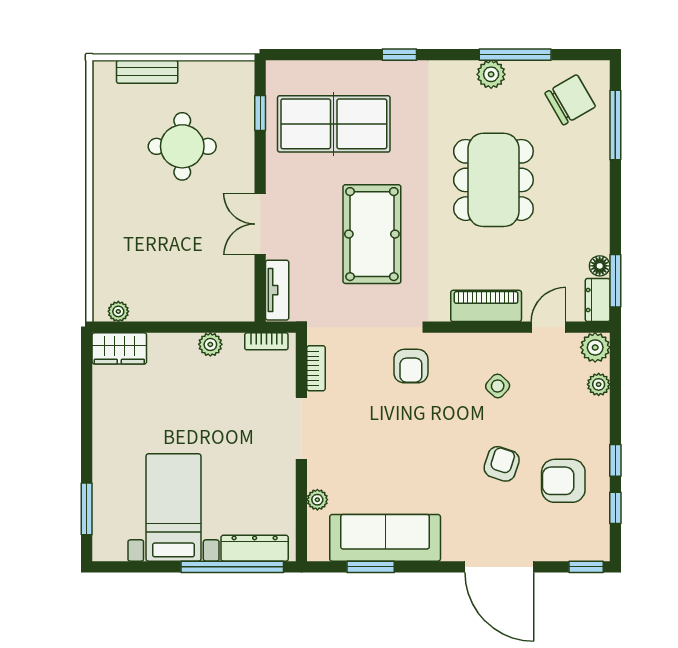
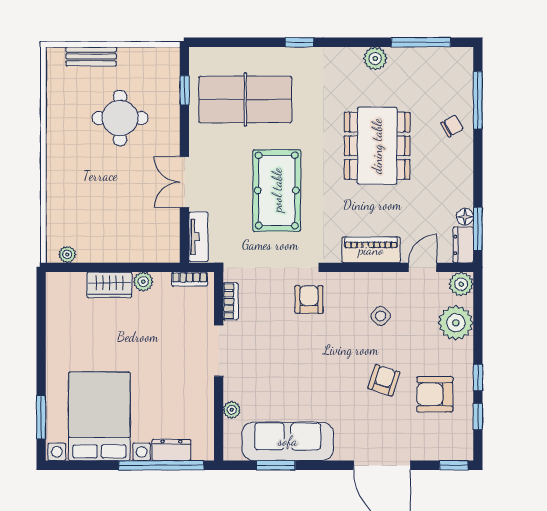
window: (515, 55) -> (421, 42), moved
chair: (570, 100) -> (452, 126), moved, width x0.54, depth x0.54
wardrobe: (119, 348) -> (109, 285), moved
armchair: (411, 366) -> (309, 300), turned 180
plant: (599, 384) -> (456, 323), width x1.88, depth x1.88
bed with nightstands: (173, 507) -> (99, 416), width x1.36
dresser: (255, 548) -> (171, 450), width x0.70

